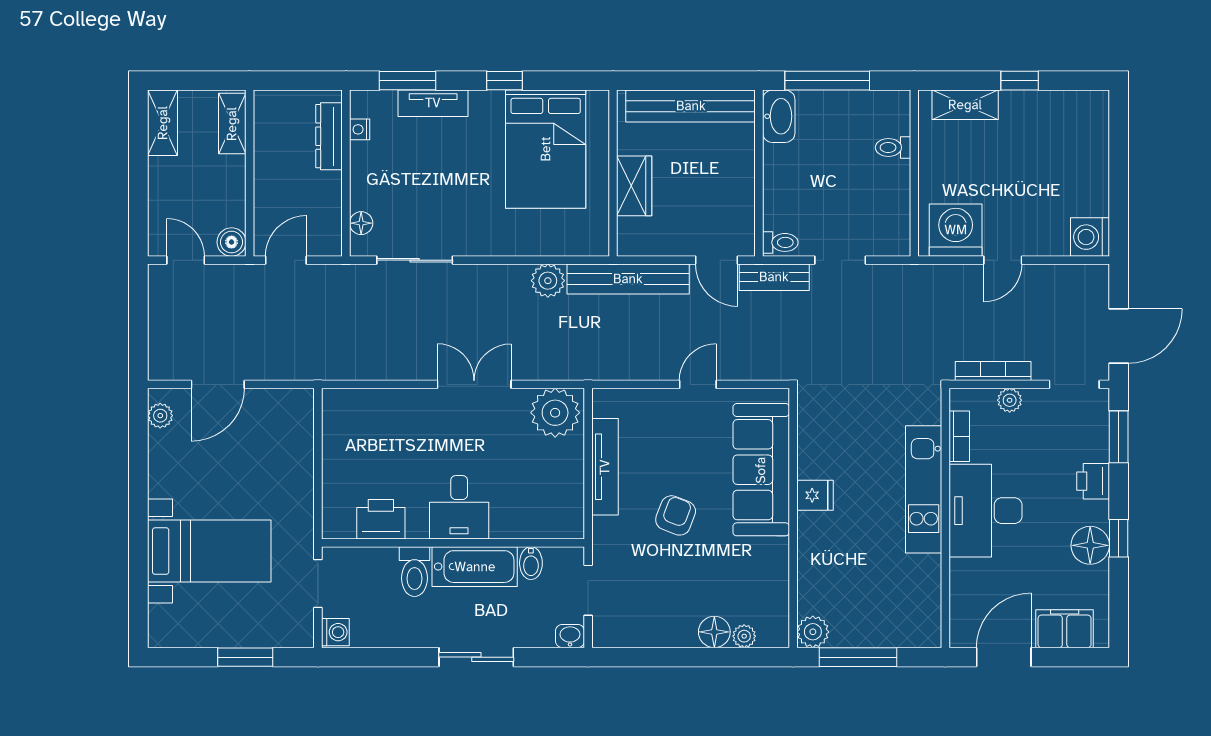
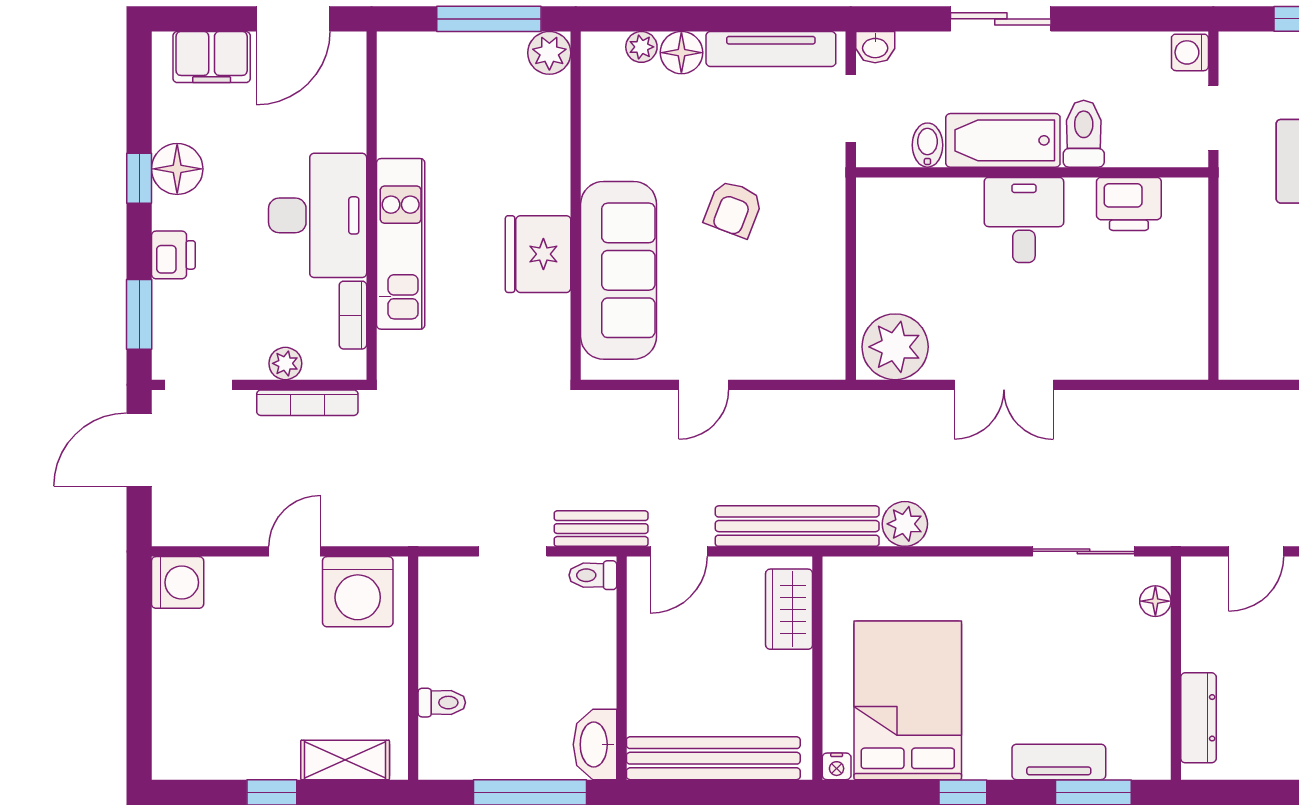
nightstand: (360, 129) -> (837, 766), moved, turned 90
wardrobe: (634, 186) -> (789, 609), moved
door: (716, 260) -> (679, 551), swing flipped
tv unit: (605, 467) -> (771, 49), moved, turned -90
fridge: (815, 495) -> (538, 254), width x1.88, depth x1.34

